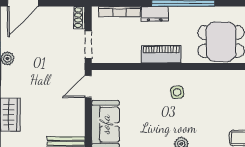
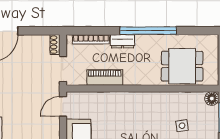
piano: (161, 54) -> (105, 77), moved
side table: (177, 92) -> (182, 126), moved

